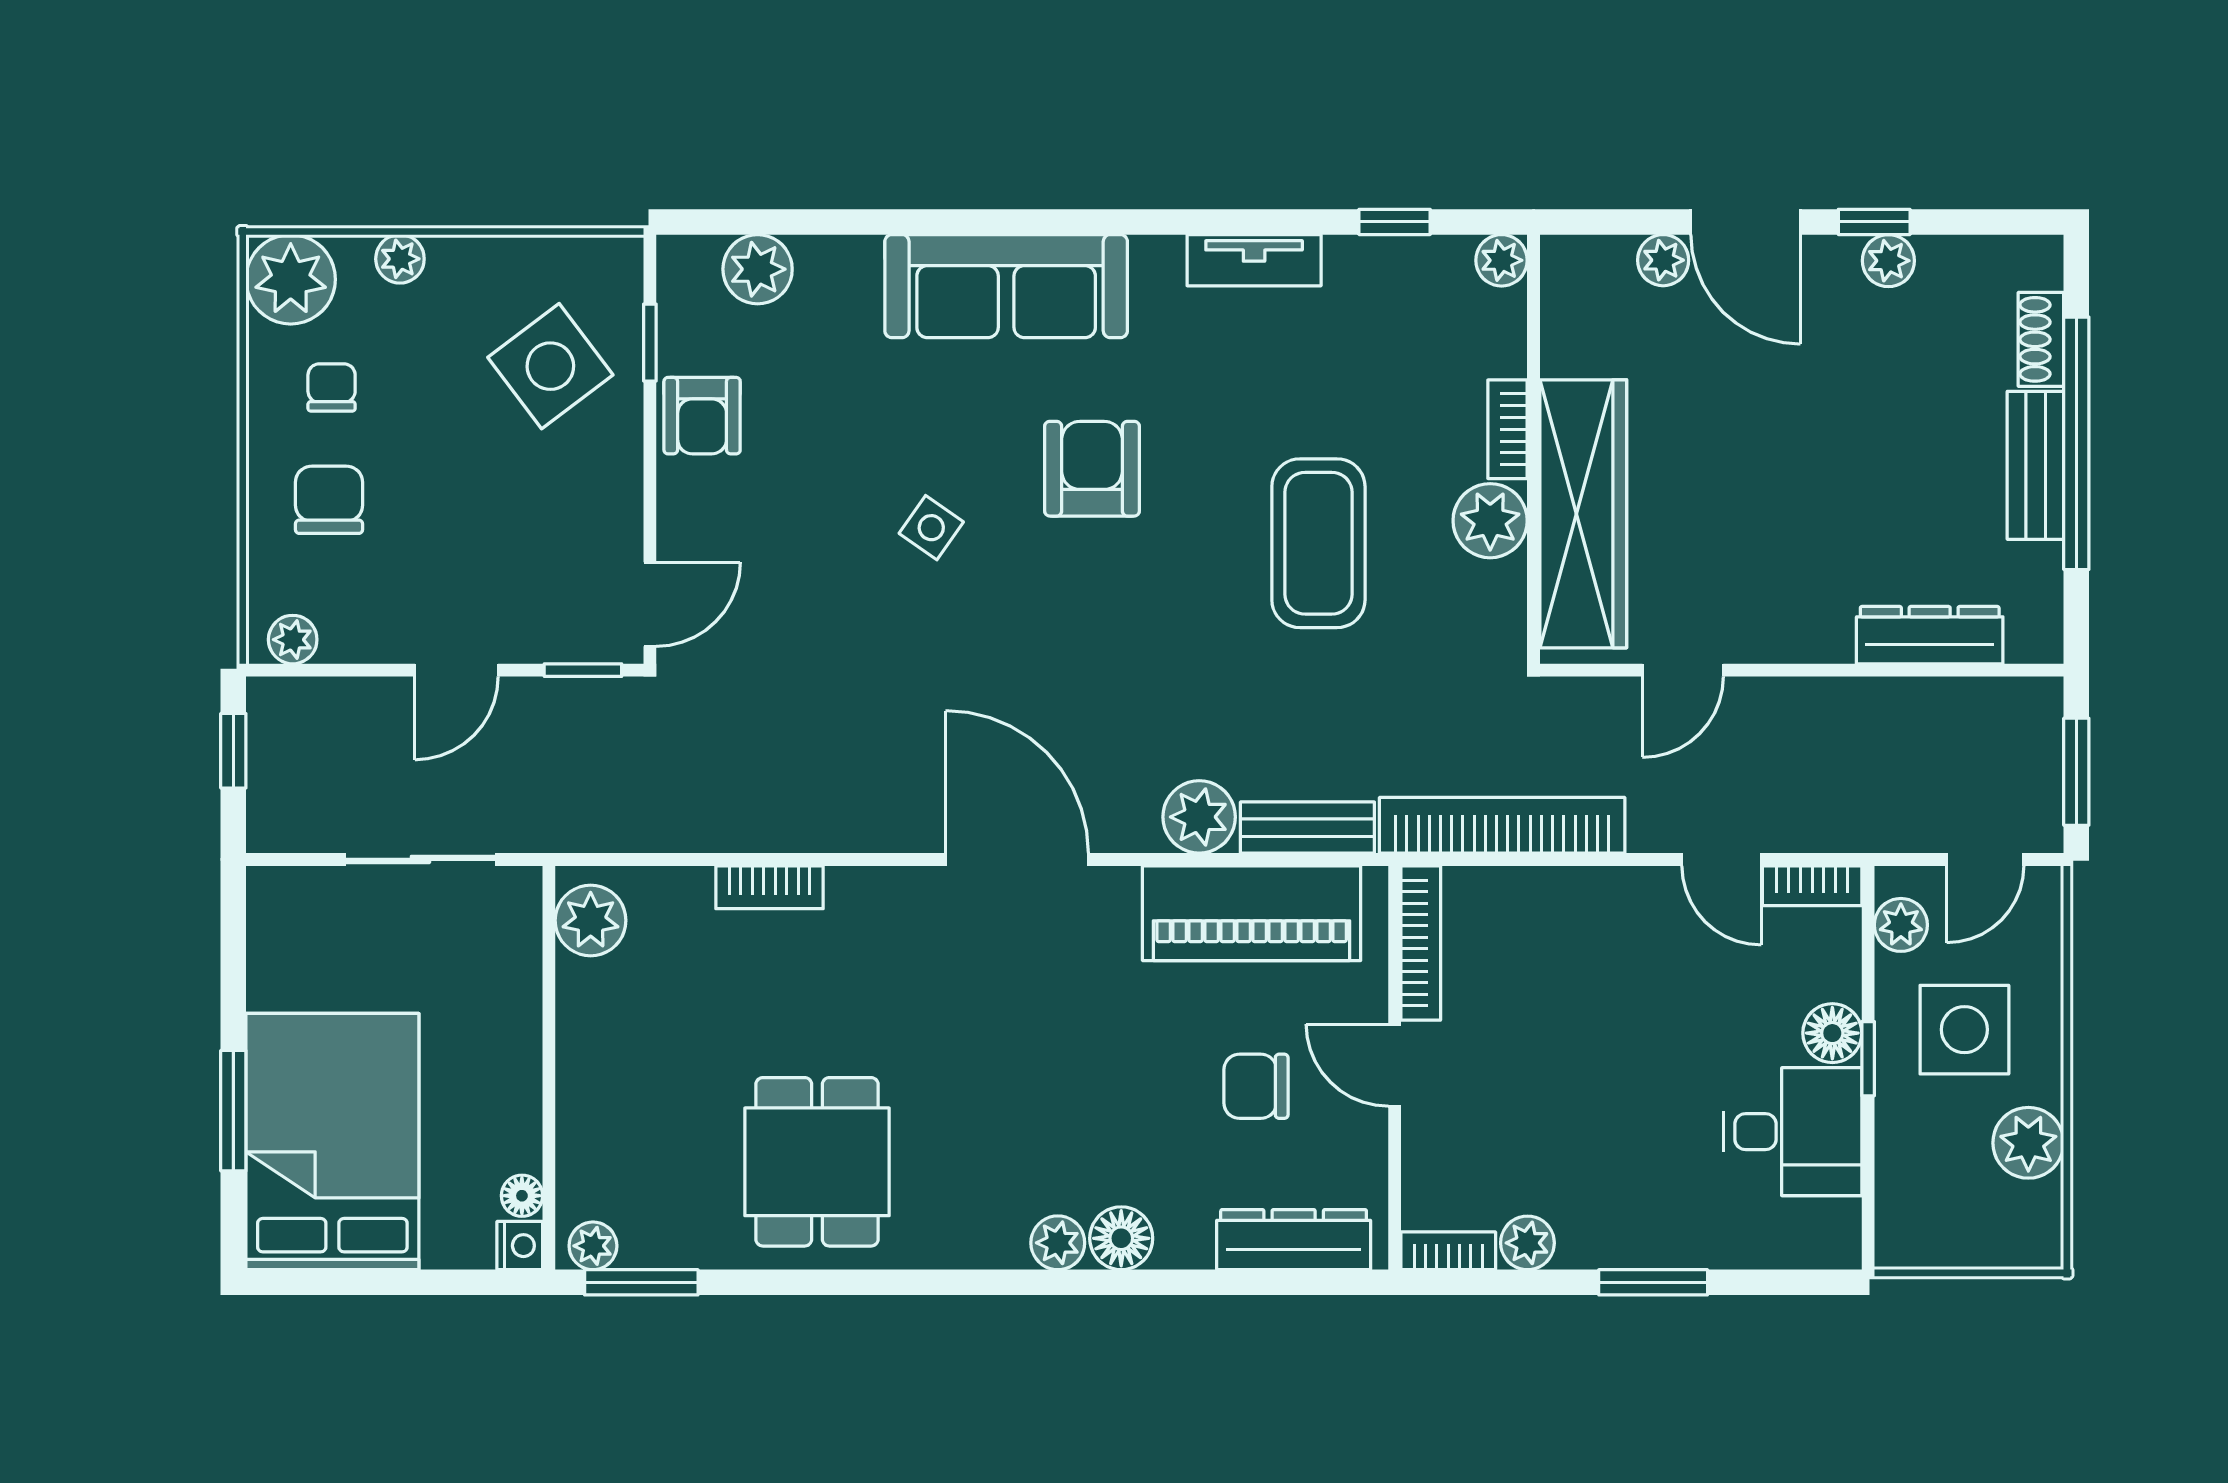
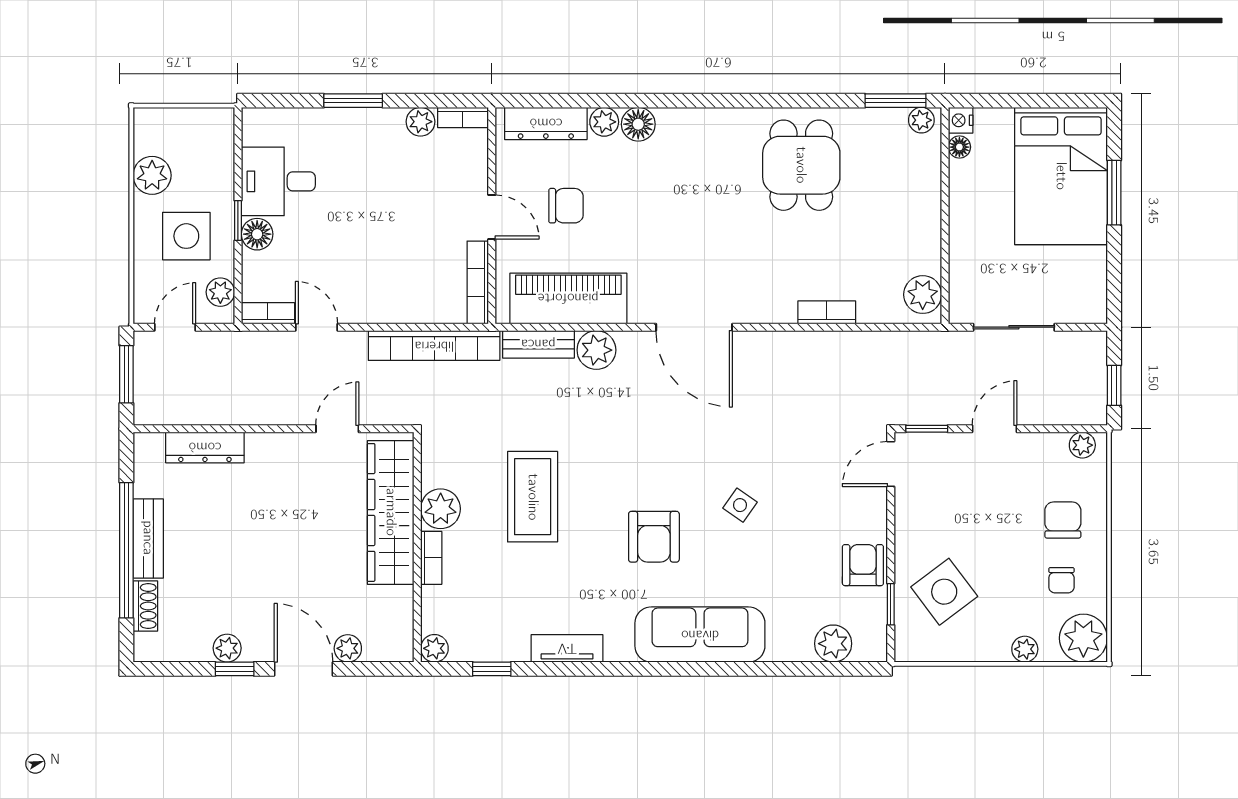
chair: (329, 500) -> (1063, 520), turned 180
plant: (1058, 1243) -> (604, 122), moved

